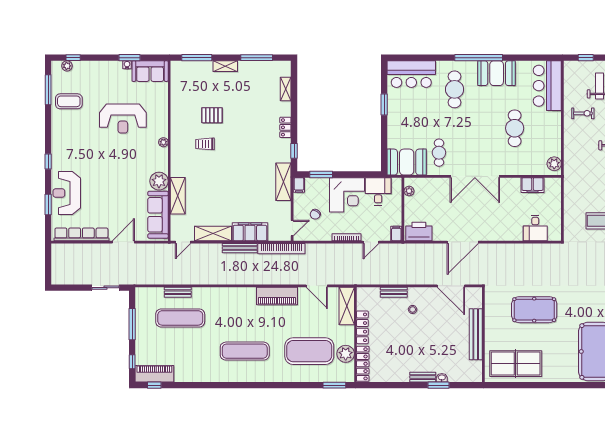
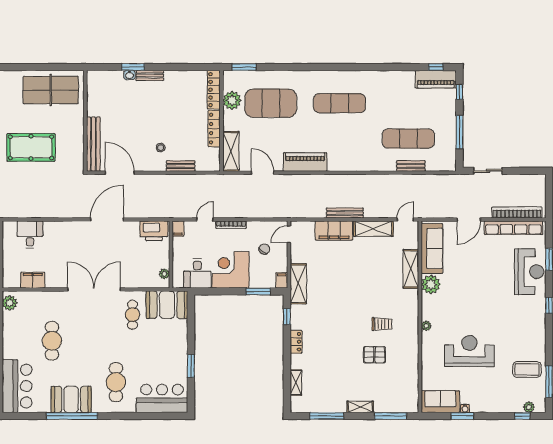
window: (479, 58) -> (72, 416), moved
bookcase: (281, 249) -> (517, 212), moved
bench: (476, 334) -> (93, 144), moved

